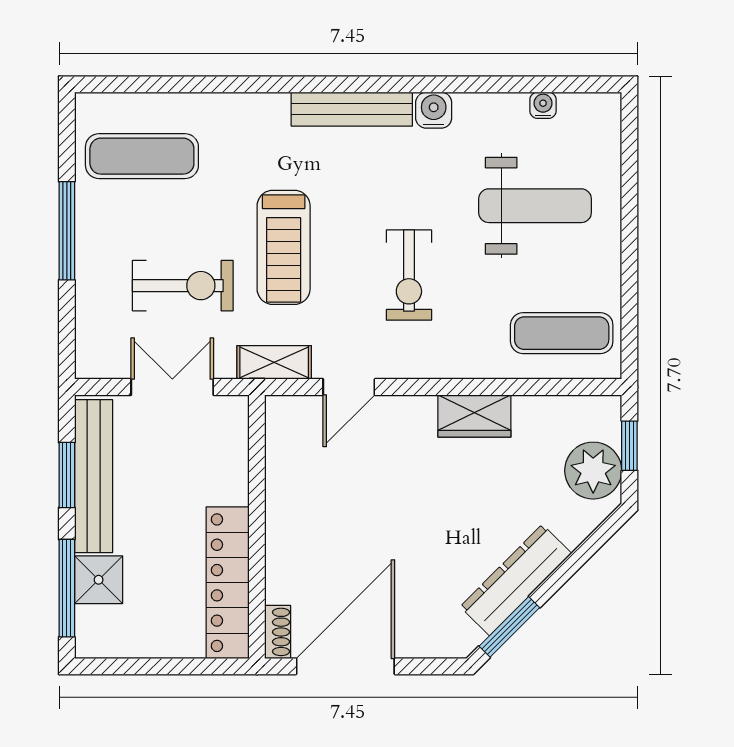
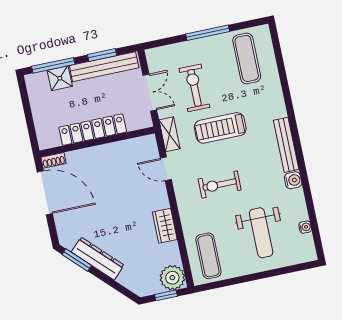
exercise bike: (183, 286) -> (194, 88), turned 180
plant: (593, 471) -> (172, 278), moved
locker: (228, 583) -> (93, 130), moved

